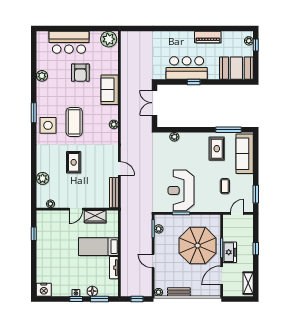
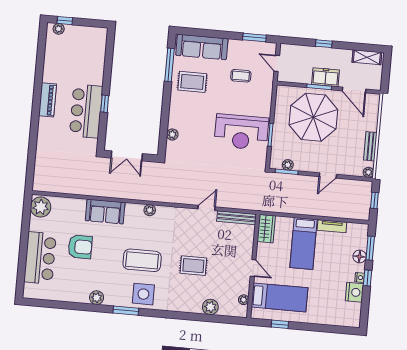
piano: (208, 37) -> (47, 100), moved
booth: (236, 68) -> (92, 48), removed
plant: (42, 76) -> (97, 298), moved
wardrobe: (95, 217) -> (266, 229), moved
bed: (55, 232) -> (280, 297), added
nightstand: (44, 290) -> (354, 292), moved

